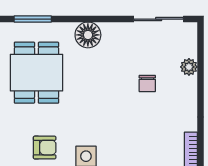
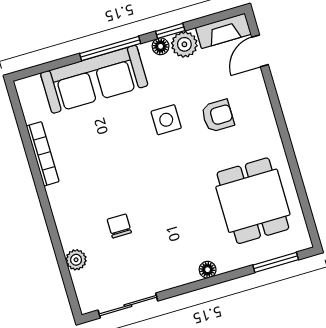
floor lamp: (88, 35) -> (208, 270), width x0.53, depth x0.53
armchair: (45, 148) -> (218, 116), turned 180

